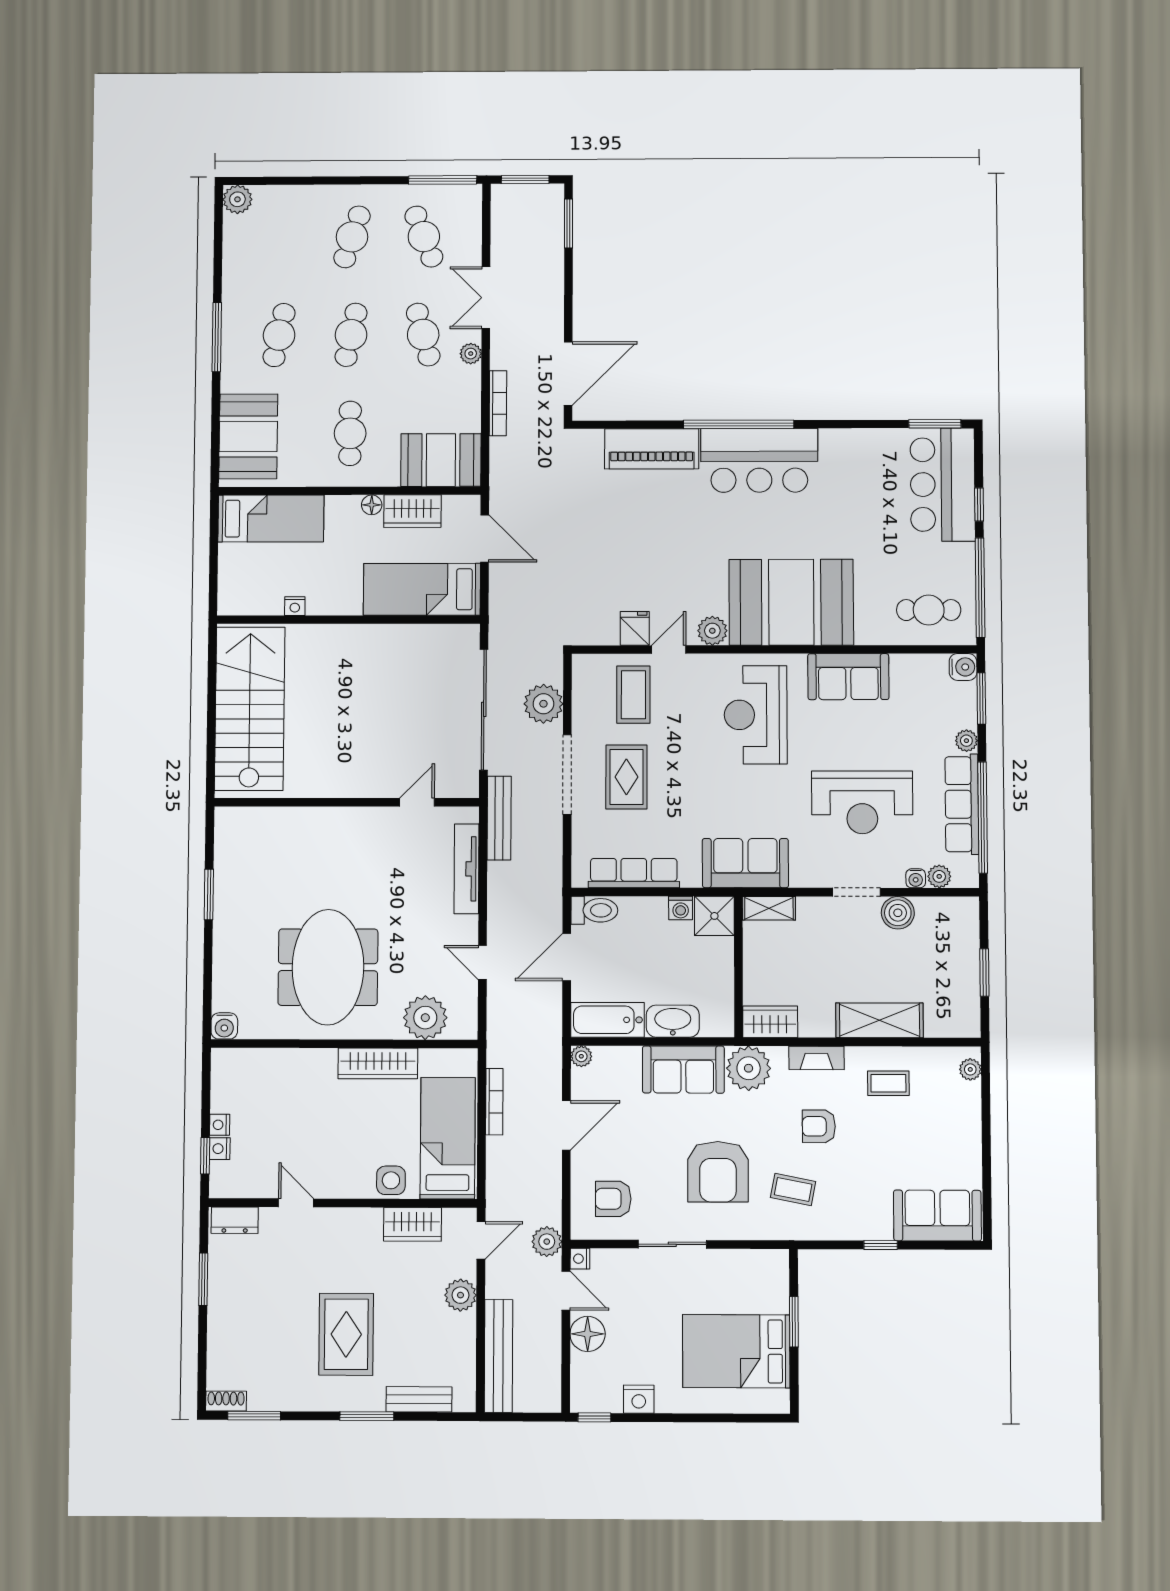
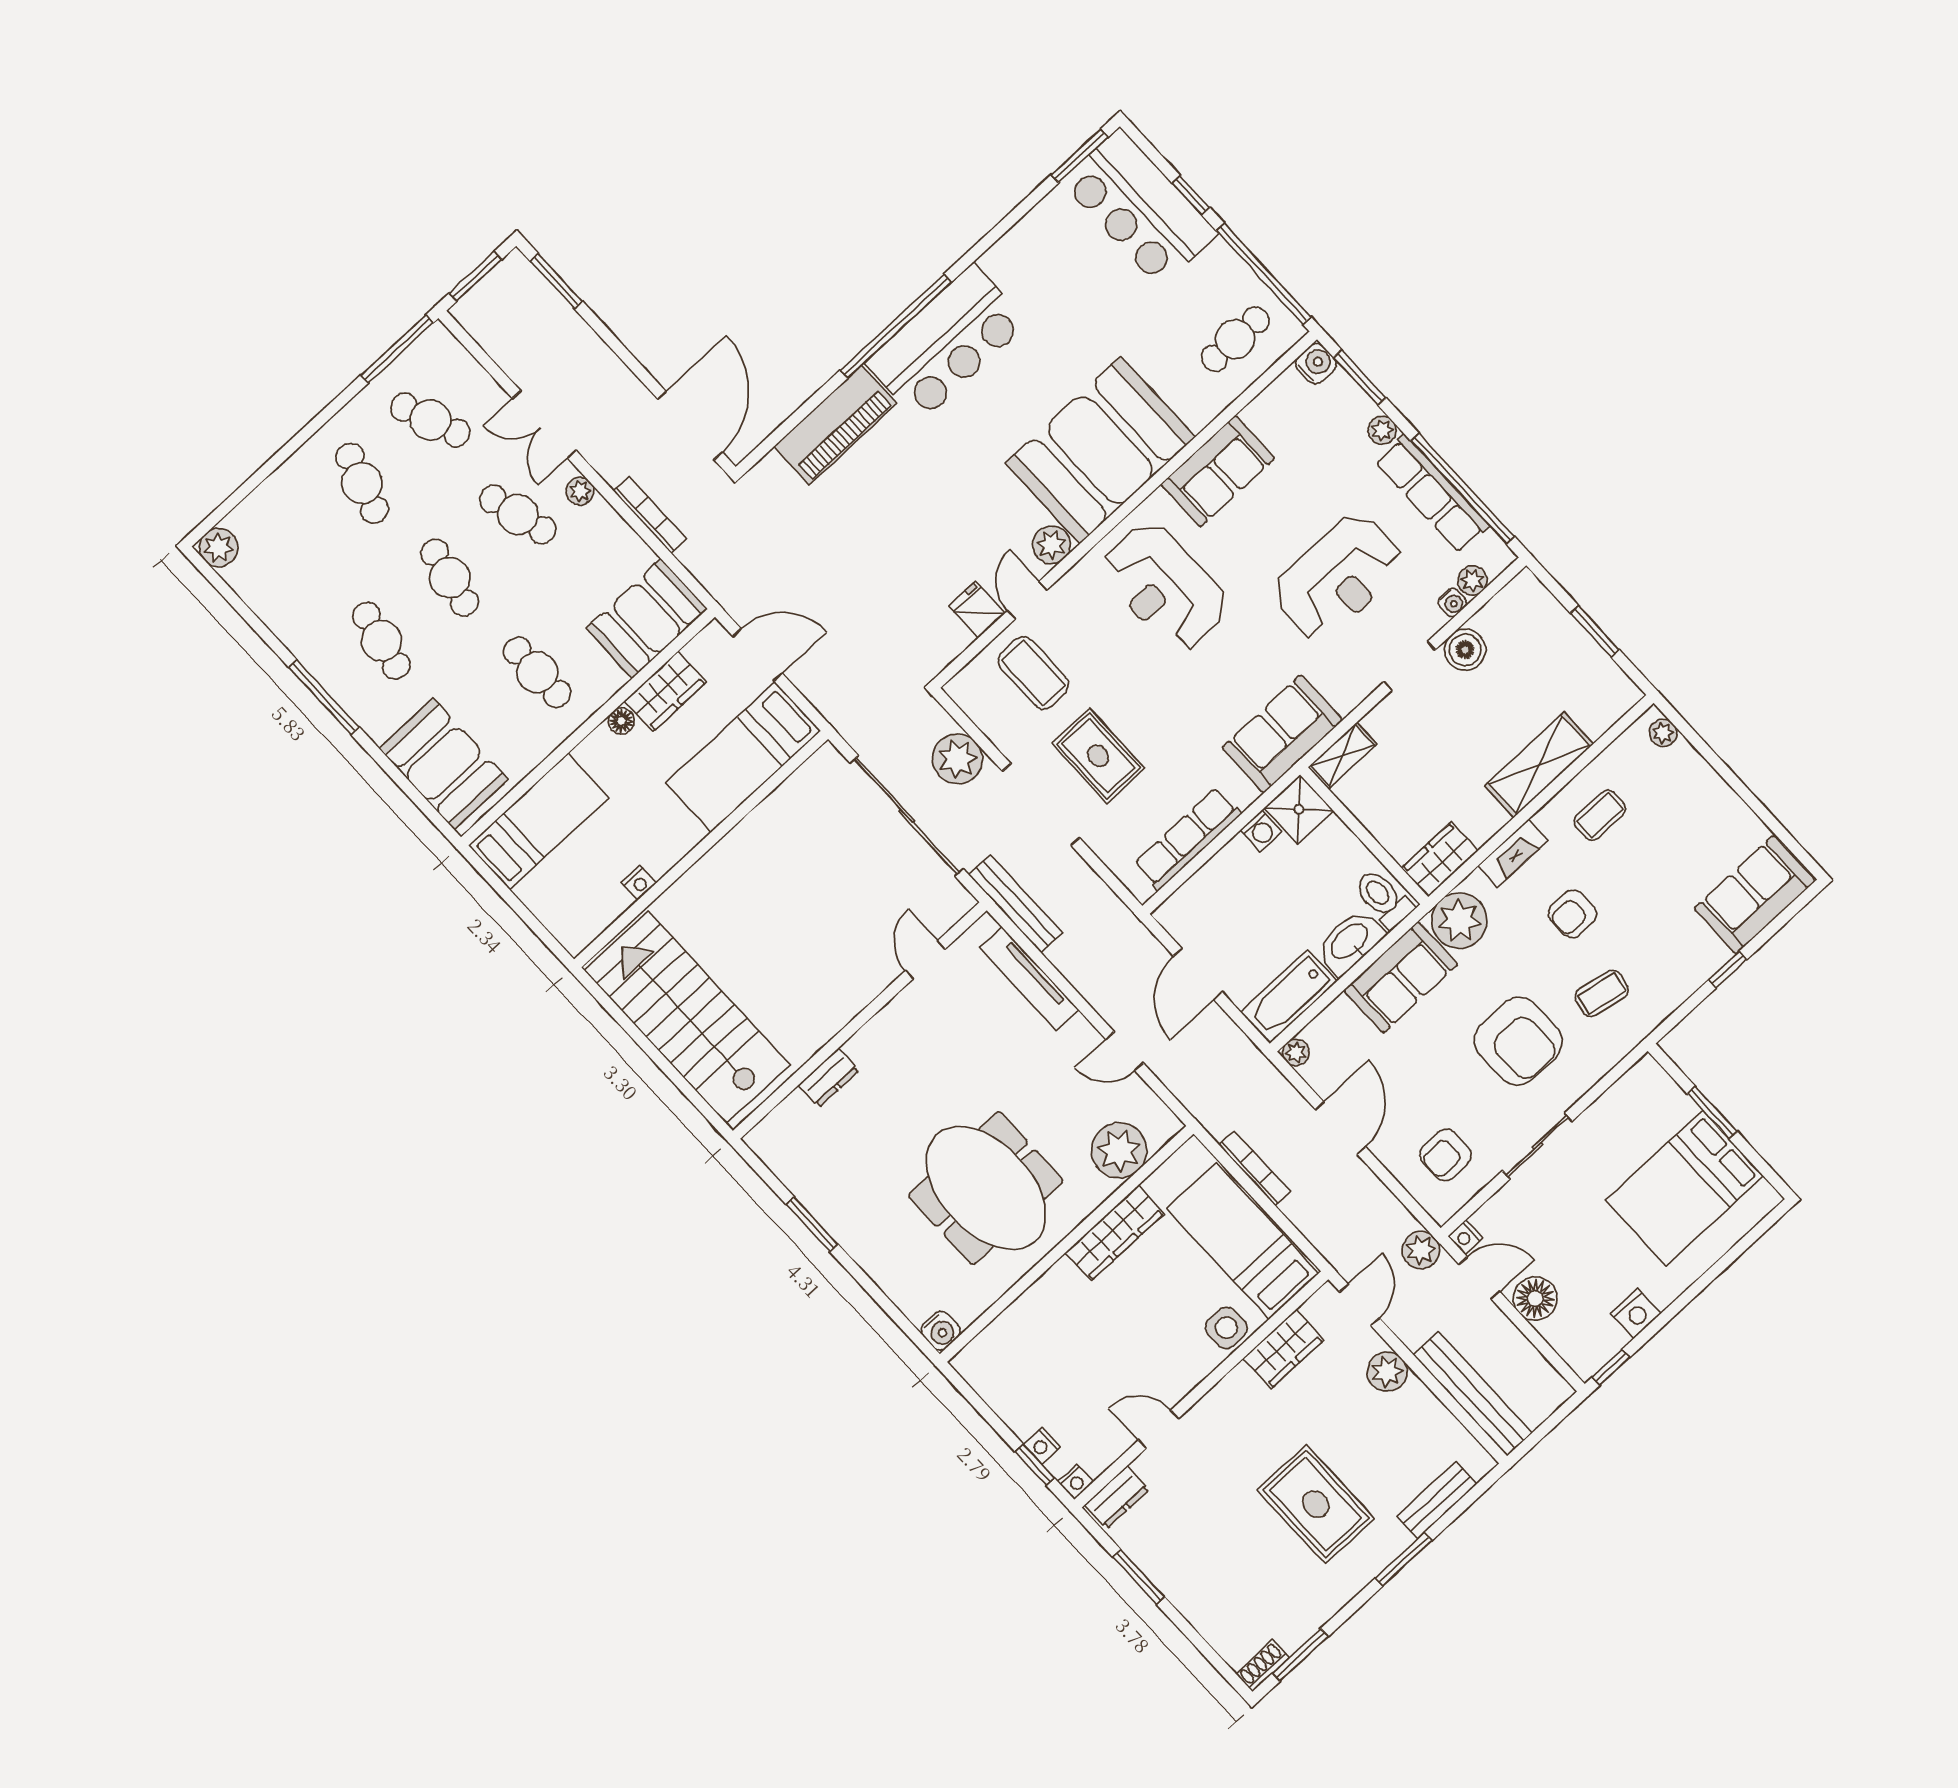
dresser: (298, 819) -> (829, 1078), added
toilet: (594, 910) -> (1383, 899), moved, turned -90
nightstand: (220, 1125) -> (1076, 1482), moved, turned -90

